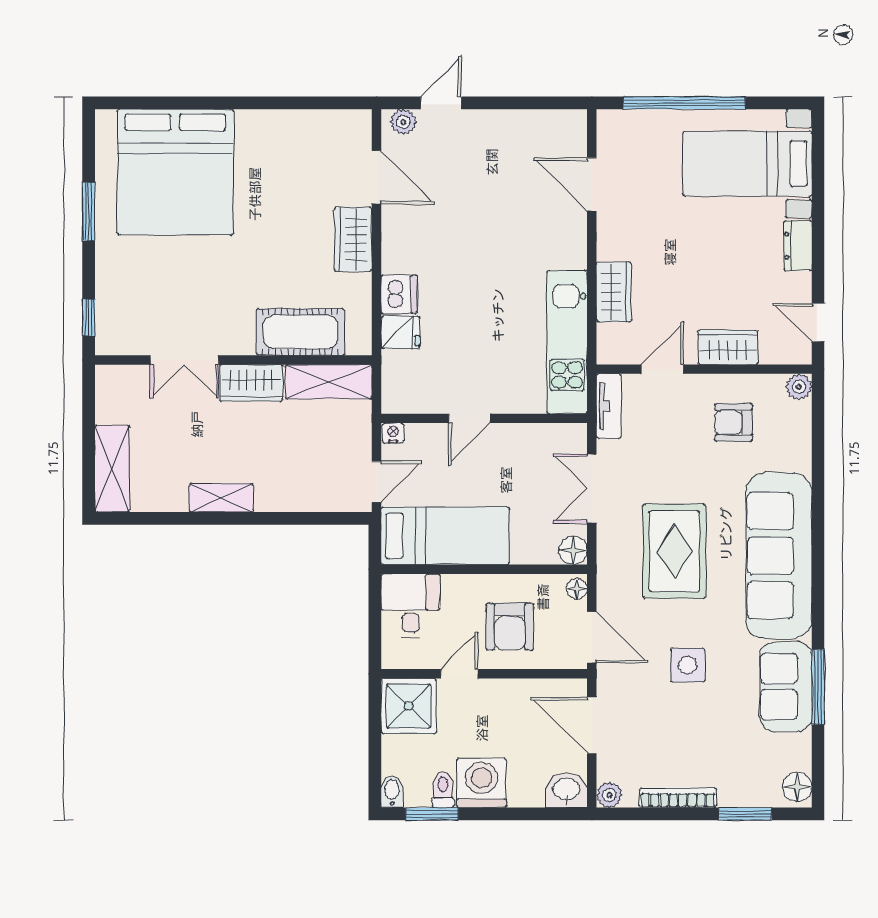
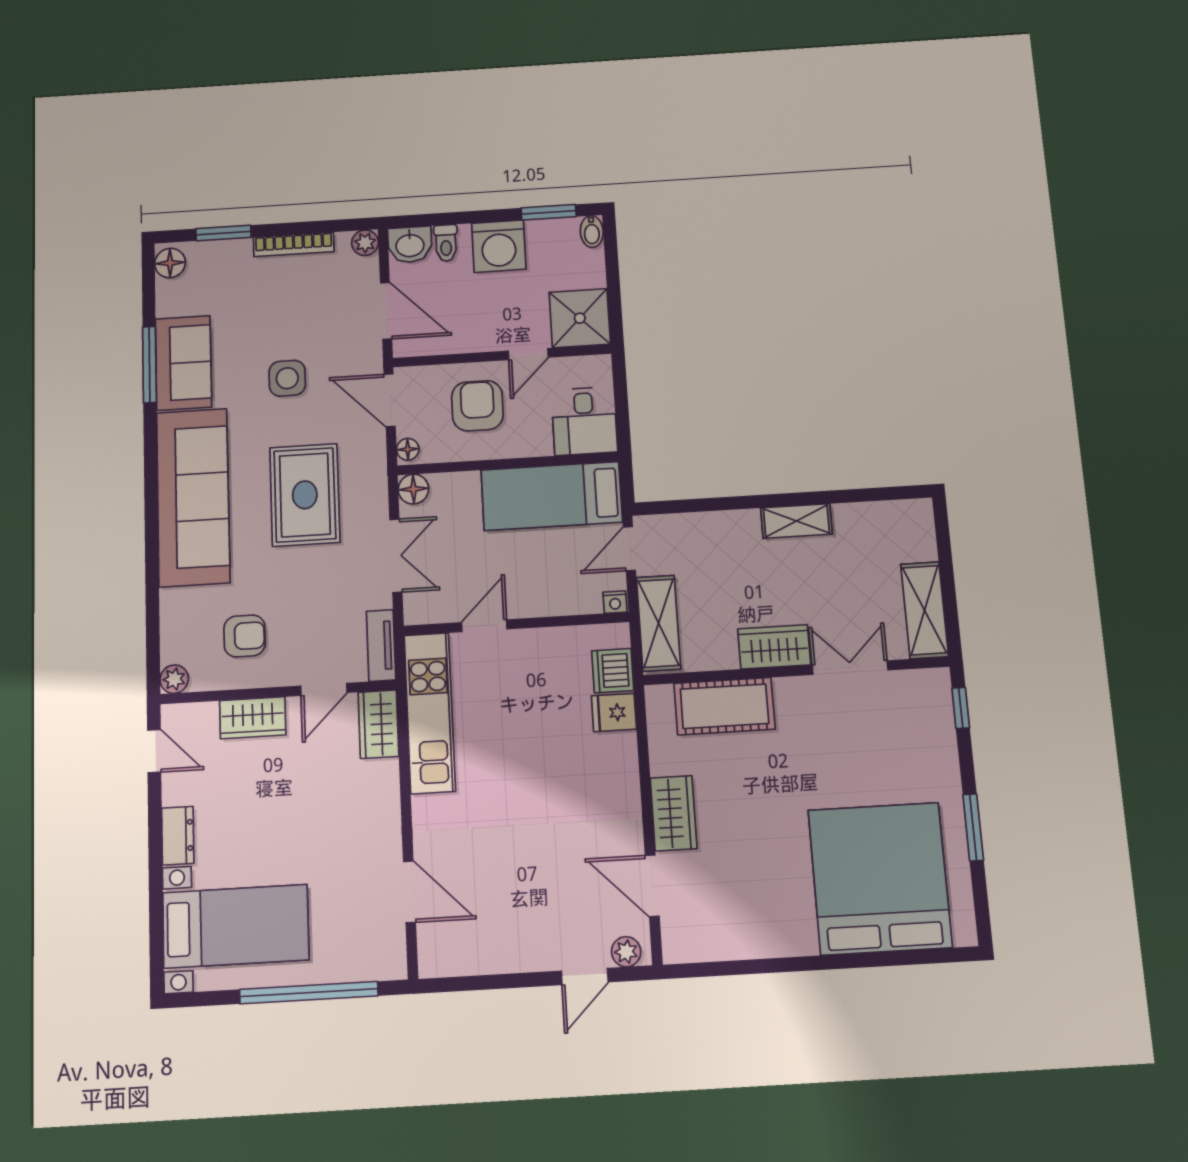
wardrobe: (614, 292) -> (378, 724), moved
dishwasher: (399, 294) -> (613, 671), moved
shelving: (329, 382) -> (659, 623), moved, turned 90
door: (469, 418) -> (484, 626), moved
shelving: (112, 469) -> (924, 610), moved
toilet: (443, 789) -> (446, 243), moved

